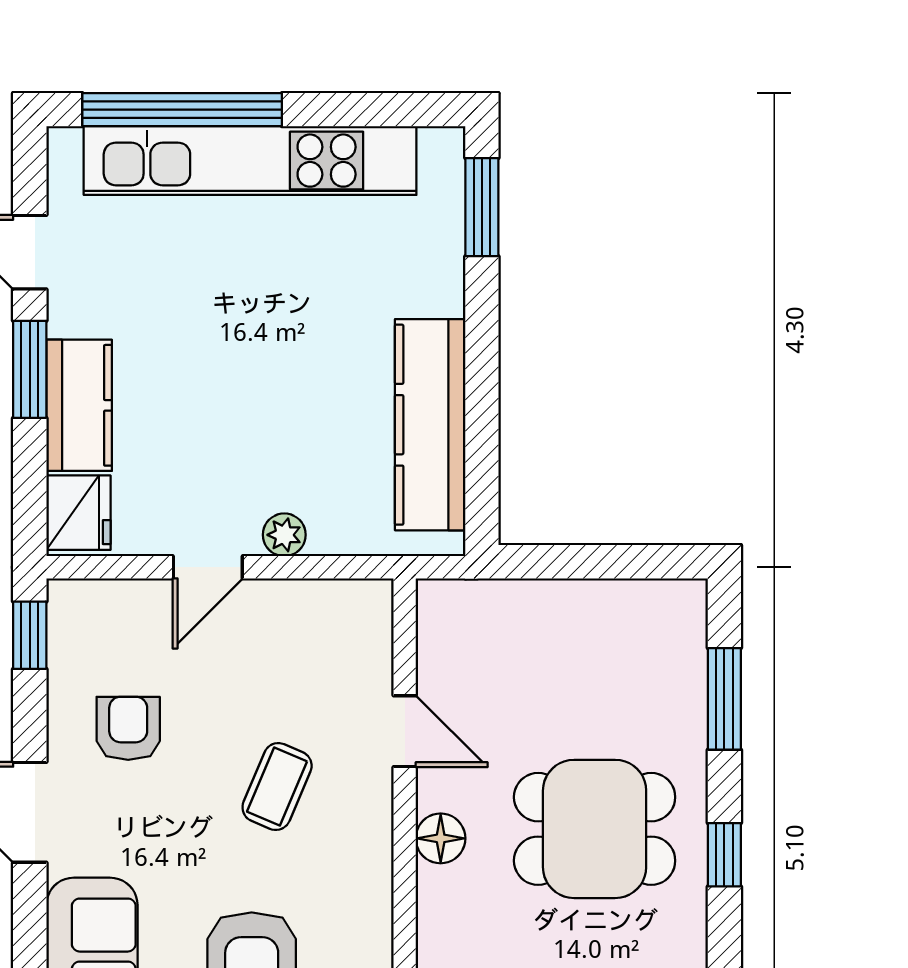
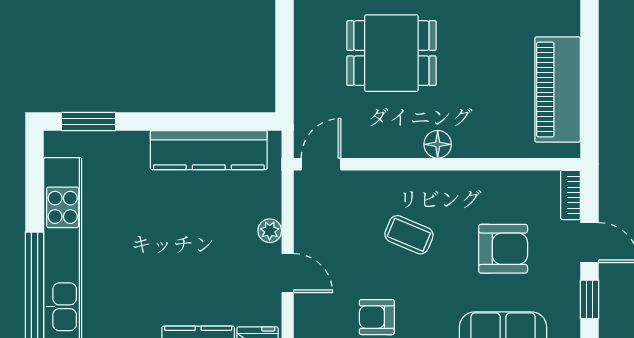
door: (405, 731) -> (321, 164), moved
dining table: (595, 829) -> (391, 53), moved, turned 90

